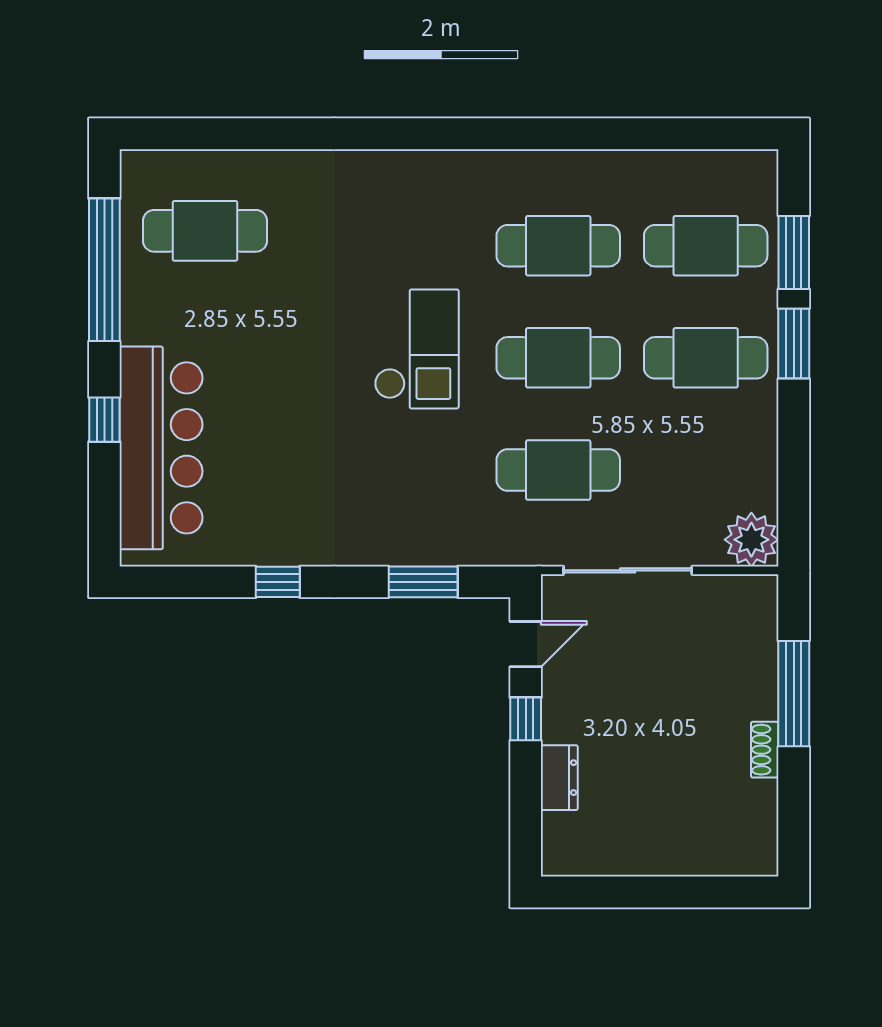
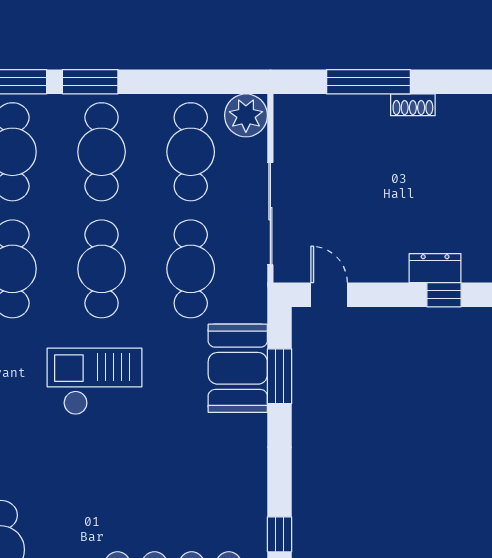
cafe table: (706, 470) -> (191, 152), added
booth: (433, 529) -> (238, 368), added
window: (278, 582) -> (280, 534), moved
window: (526, 719) -> (444, 295), moved

